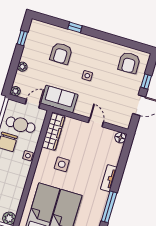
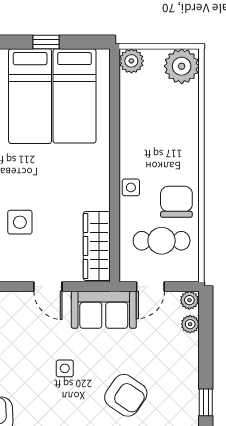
armchair: (61, 53) -> (126, 395), turned 124
plant: (22, 67) -> (190, 324), moved
door: (96, 122) -> (48, 287), moved
side table: (62, 164) -> (20, 222), moved

